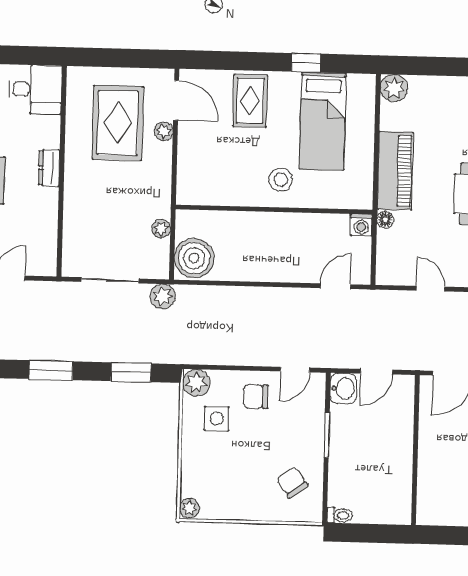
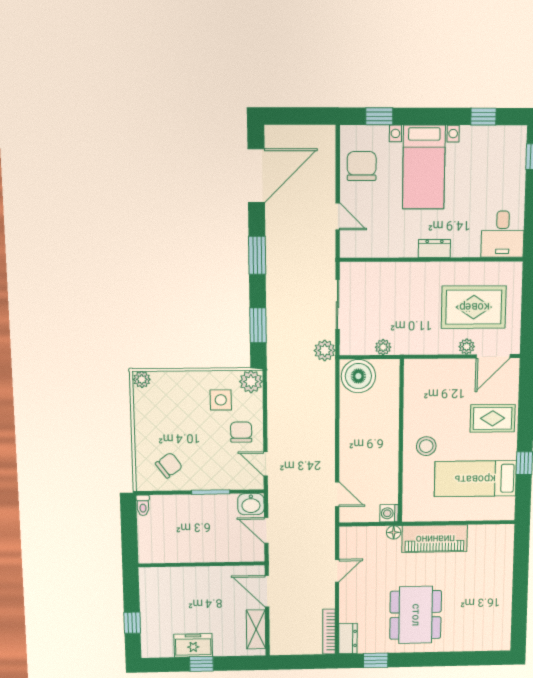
plant: (394, 88) -> (503, 535), removed

